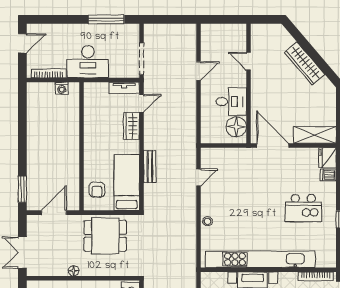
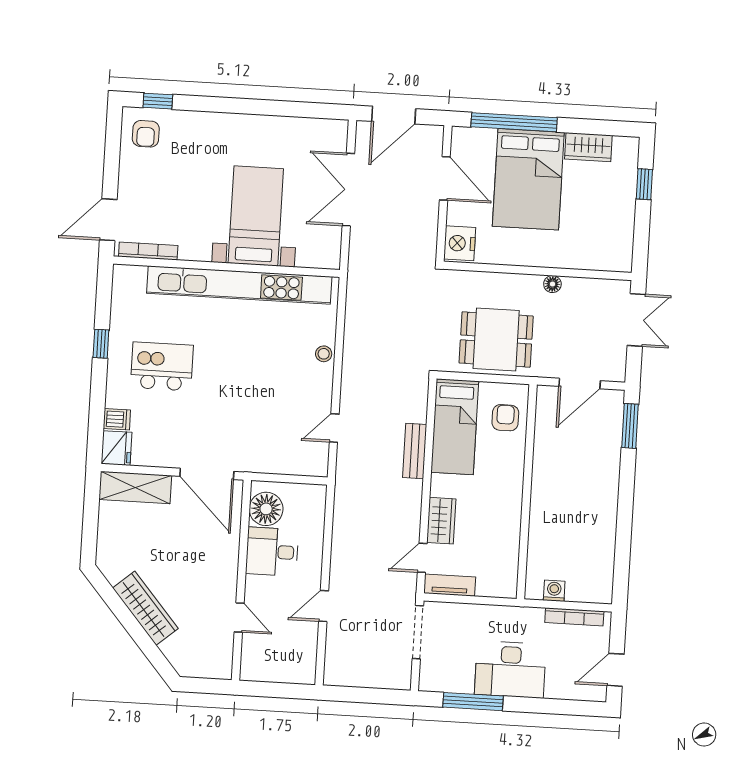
desk: (88, 62) -> (510, 670), moved, turned 180

